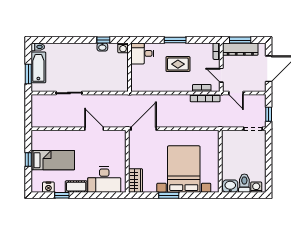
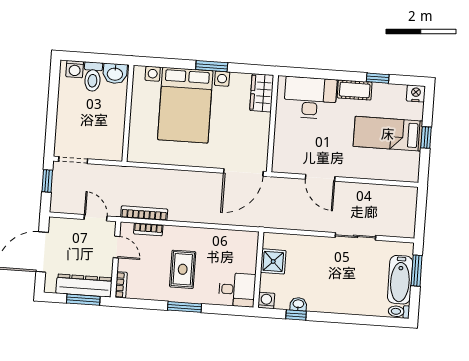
rug: (178, 64) -> (183, 269), turned 90
shower: (120, 73) -> (273, 261), added
nightstand: (48, 187) -> (416, 93), moved

